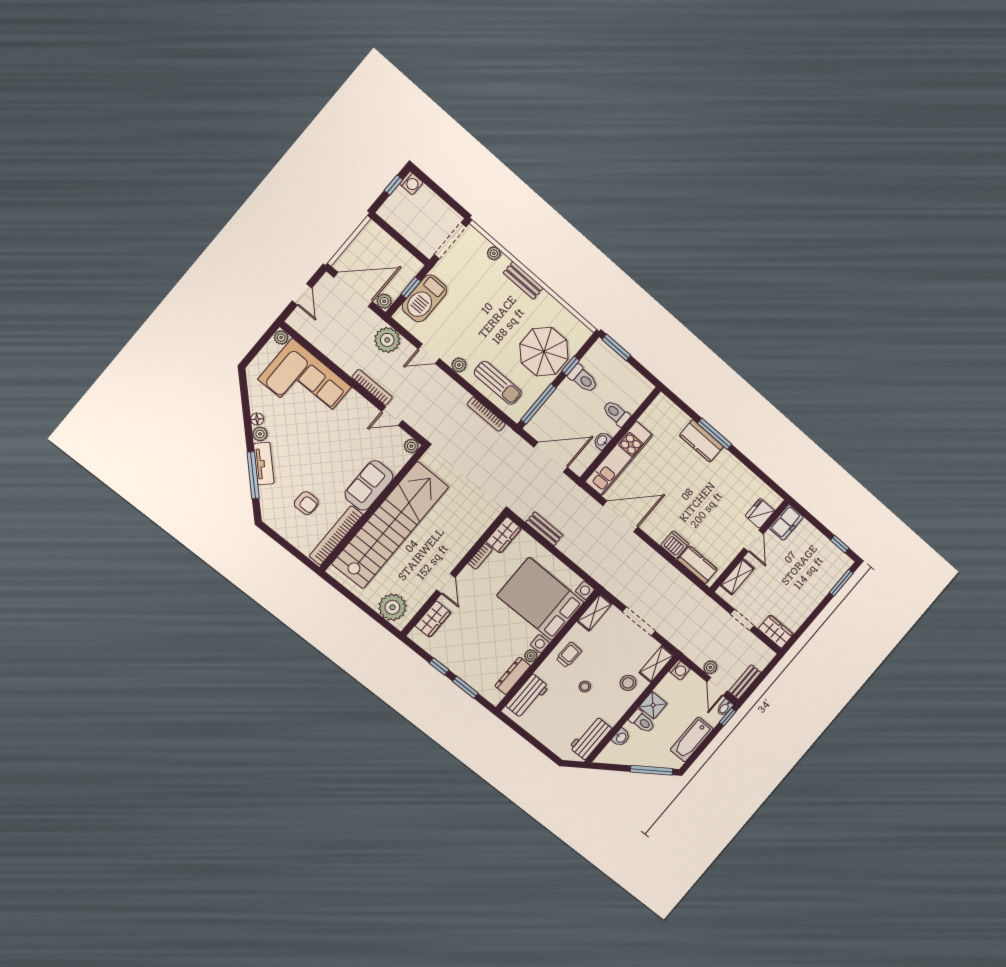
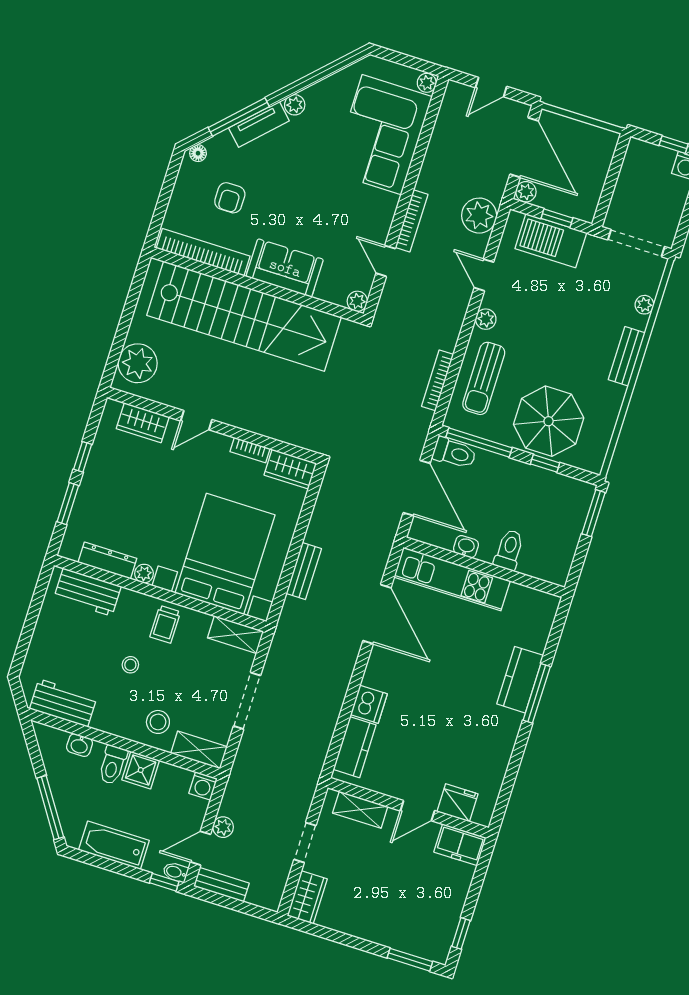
toilet: (583, 379) -> (454, 453), moved, turned -90
floor lamp: (257, 419) -> (198, 153), moved
bench: (544, 529) -> (304, 571), moved
trolley: (569, 655) -> (165, 624), turned 88

